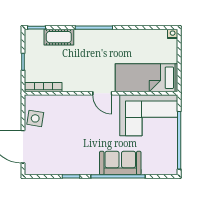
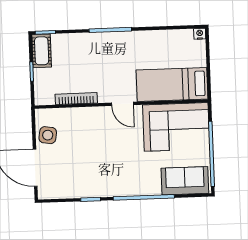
cot: (59, 37) -> (42, 51), moved, turned 90
bookcase: (43, 87) -> (76, 99), moved
sofa: (120, 163) -> (185, 181), moved

